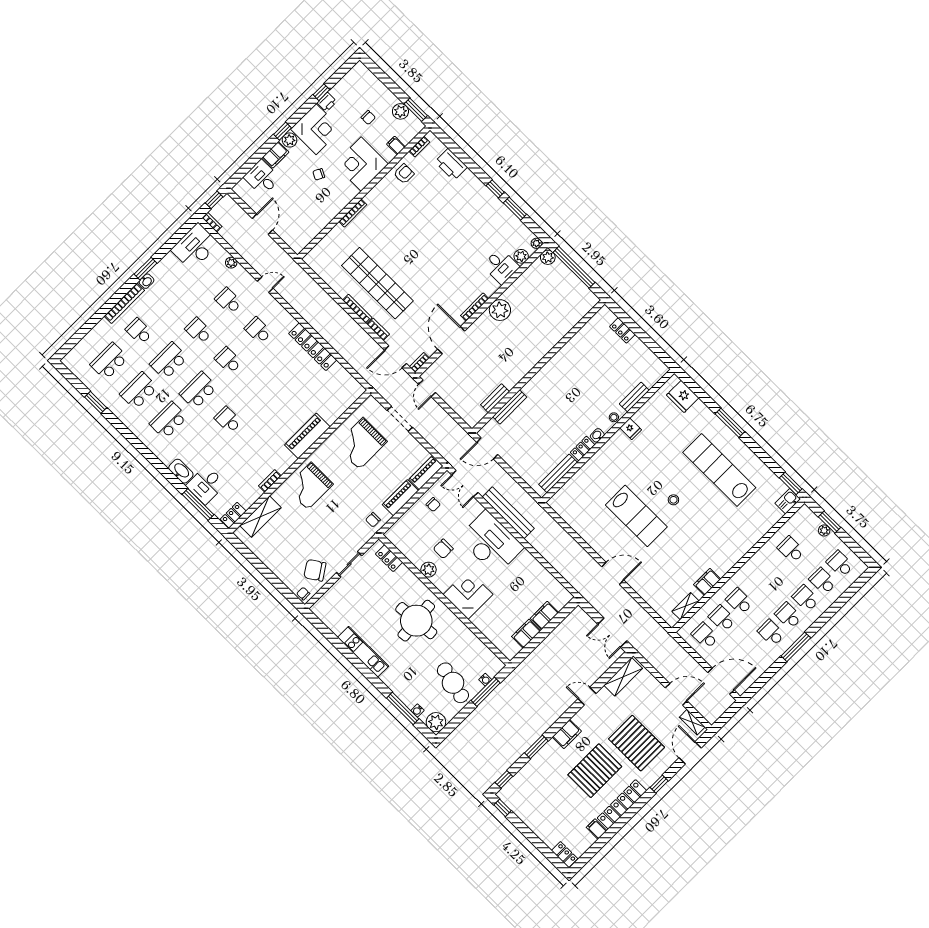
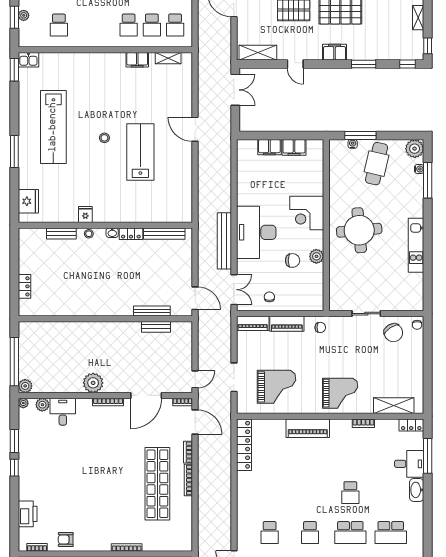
locker: (313, 347) -> (244, 445), moved
locker: (389, 558) -> (335, 291), removed
shelving: (531, 822) -> (418, 18), added

